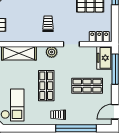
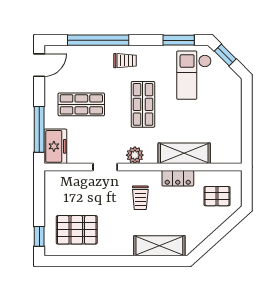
locker: (99, 37) -> (178, 178), moved
window: (23, 128) -> (179, 40), added

